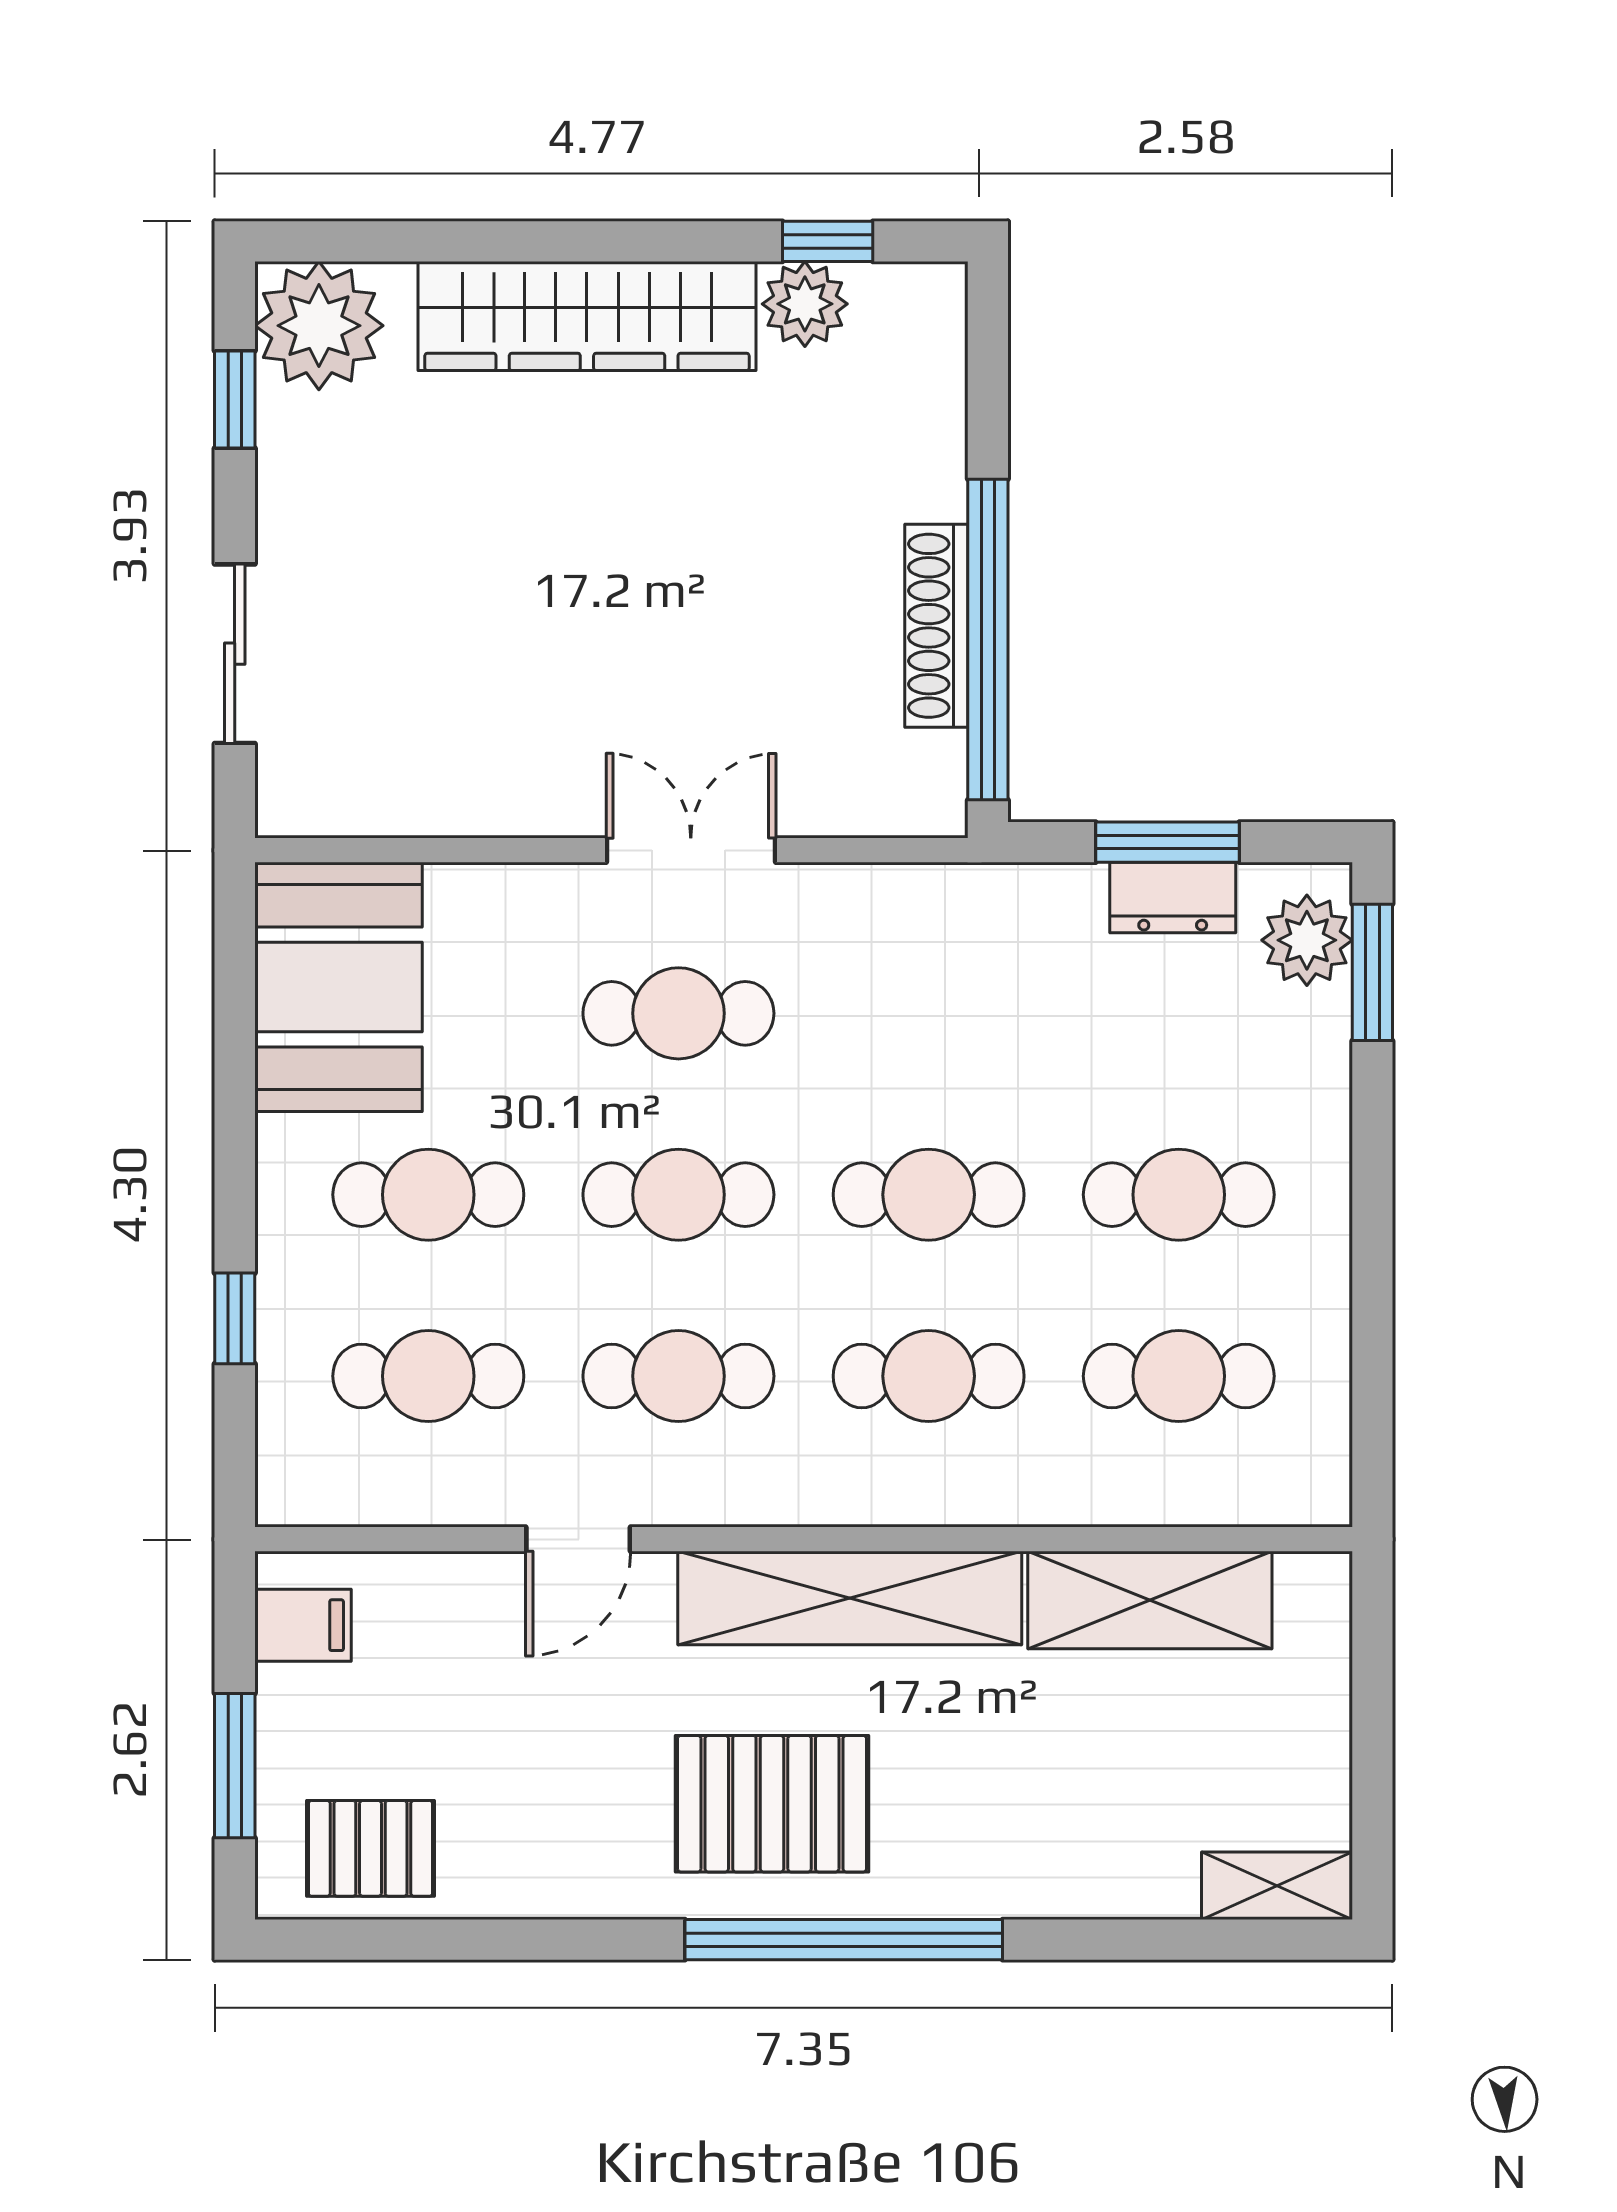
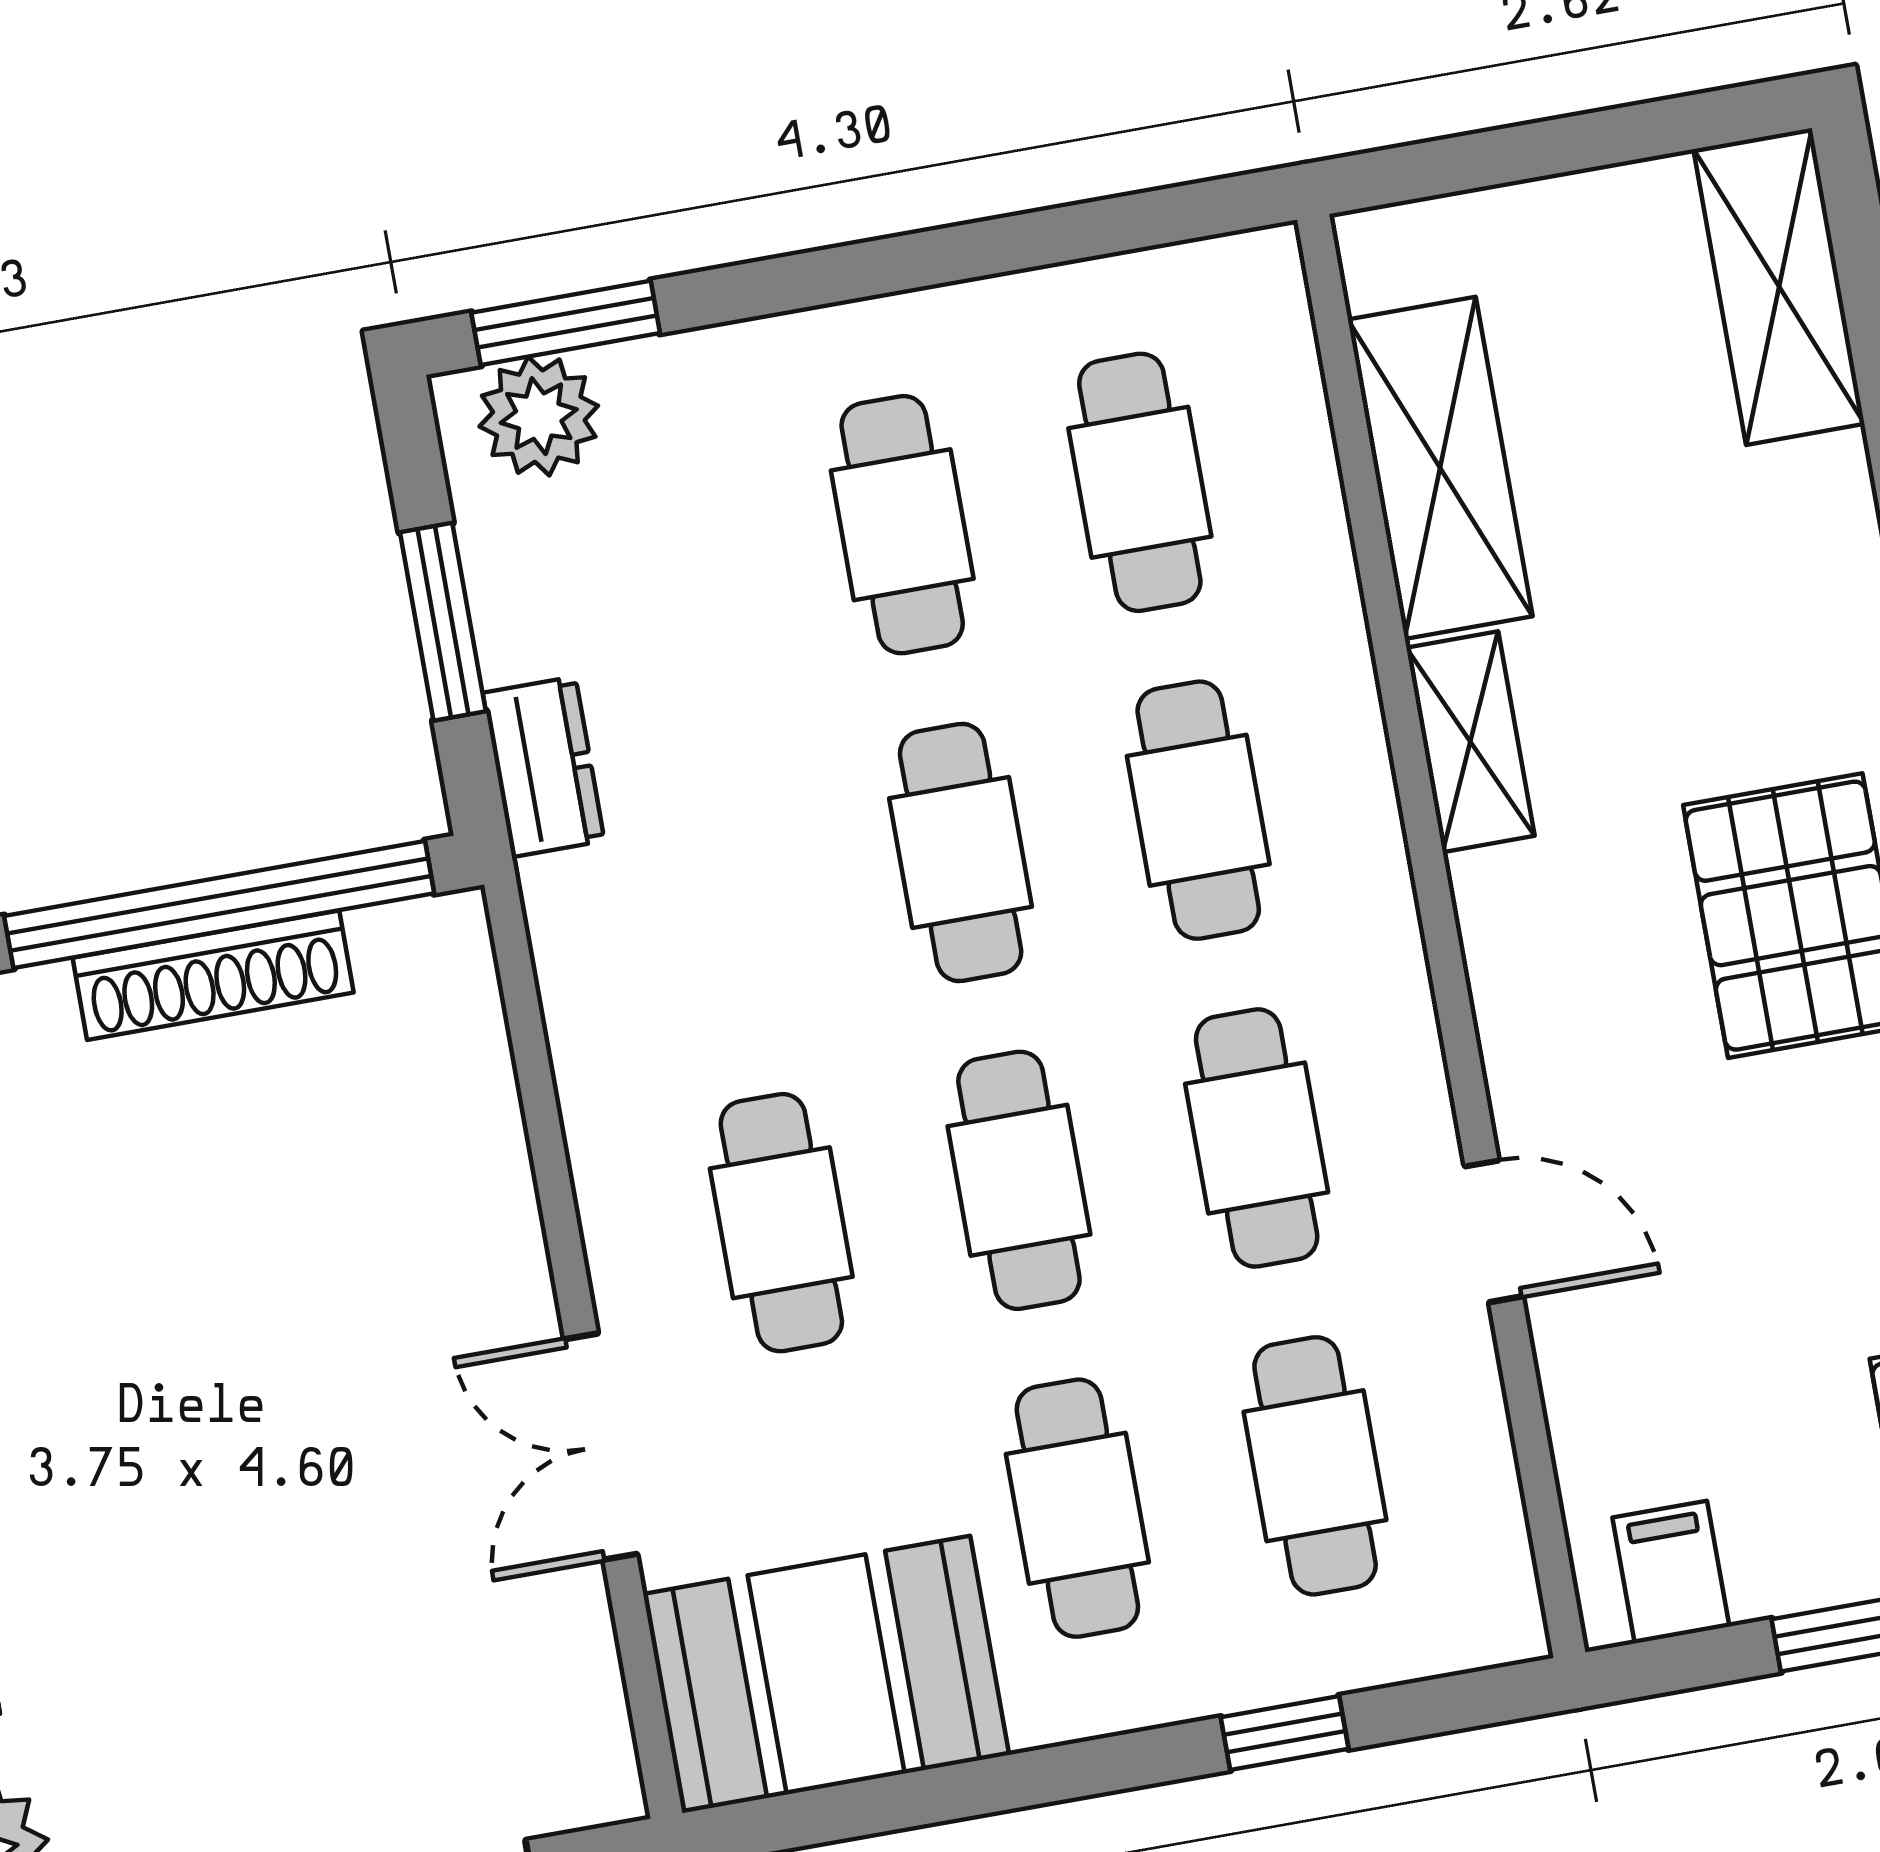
double door: (691, 850) -> (601, 1447), moved
dresser: (1173, 898) -> (544, 767), moved
shelving: (850, 1598) -> (1470, 742), width x0.45, depth x0.75
shelving: (1277, 1886) -> (1779, 287), width x1.50, depth x1.33

